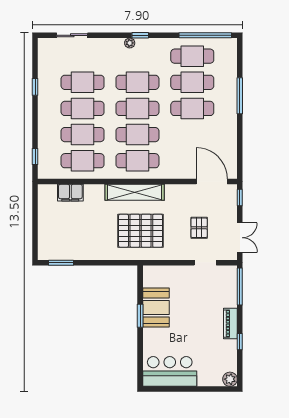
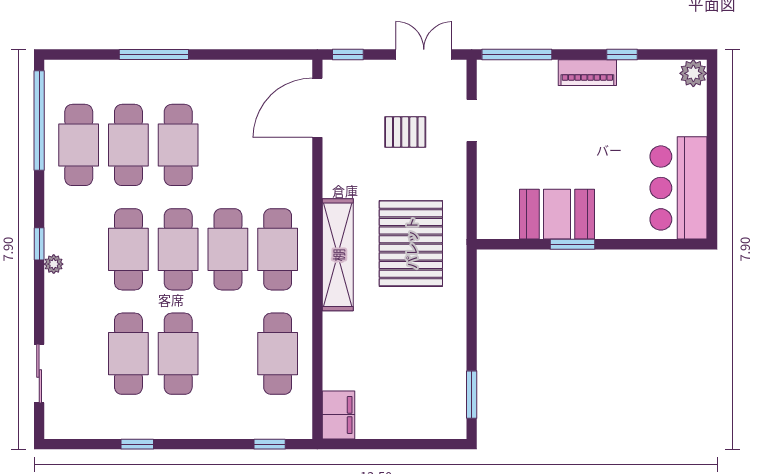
cafe table: (83, 135) -> (228, 354), removed
filing cabinet: (70, 193) -> (338, 415), moved

